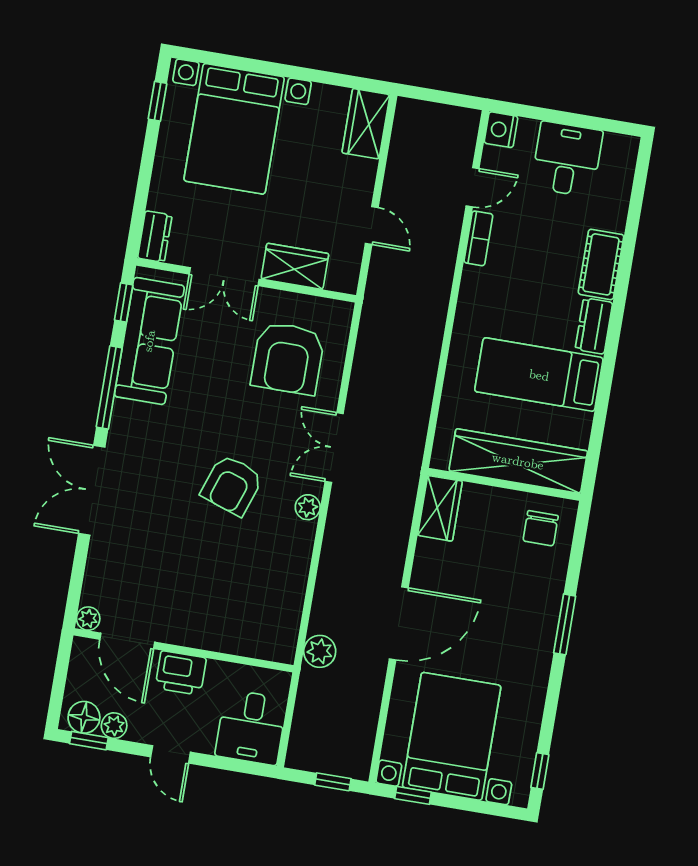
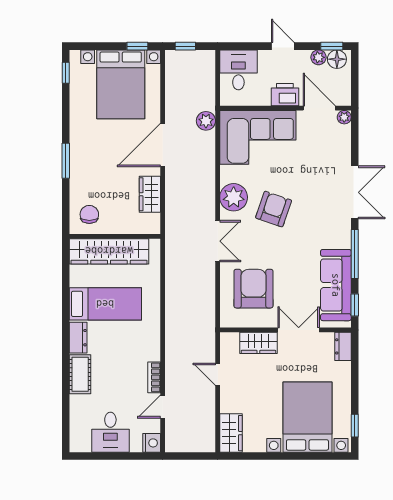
plant: (308, 507) -> (234, 197), width x1.88, depth x1.88
wardrobe: (440, 508) -> (150, 194), moved
corner sofa: (238, 609) -> (258, 137), added

